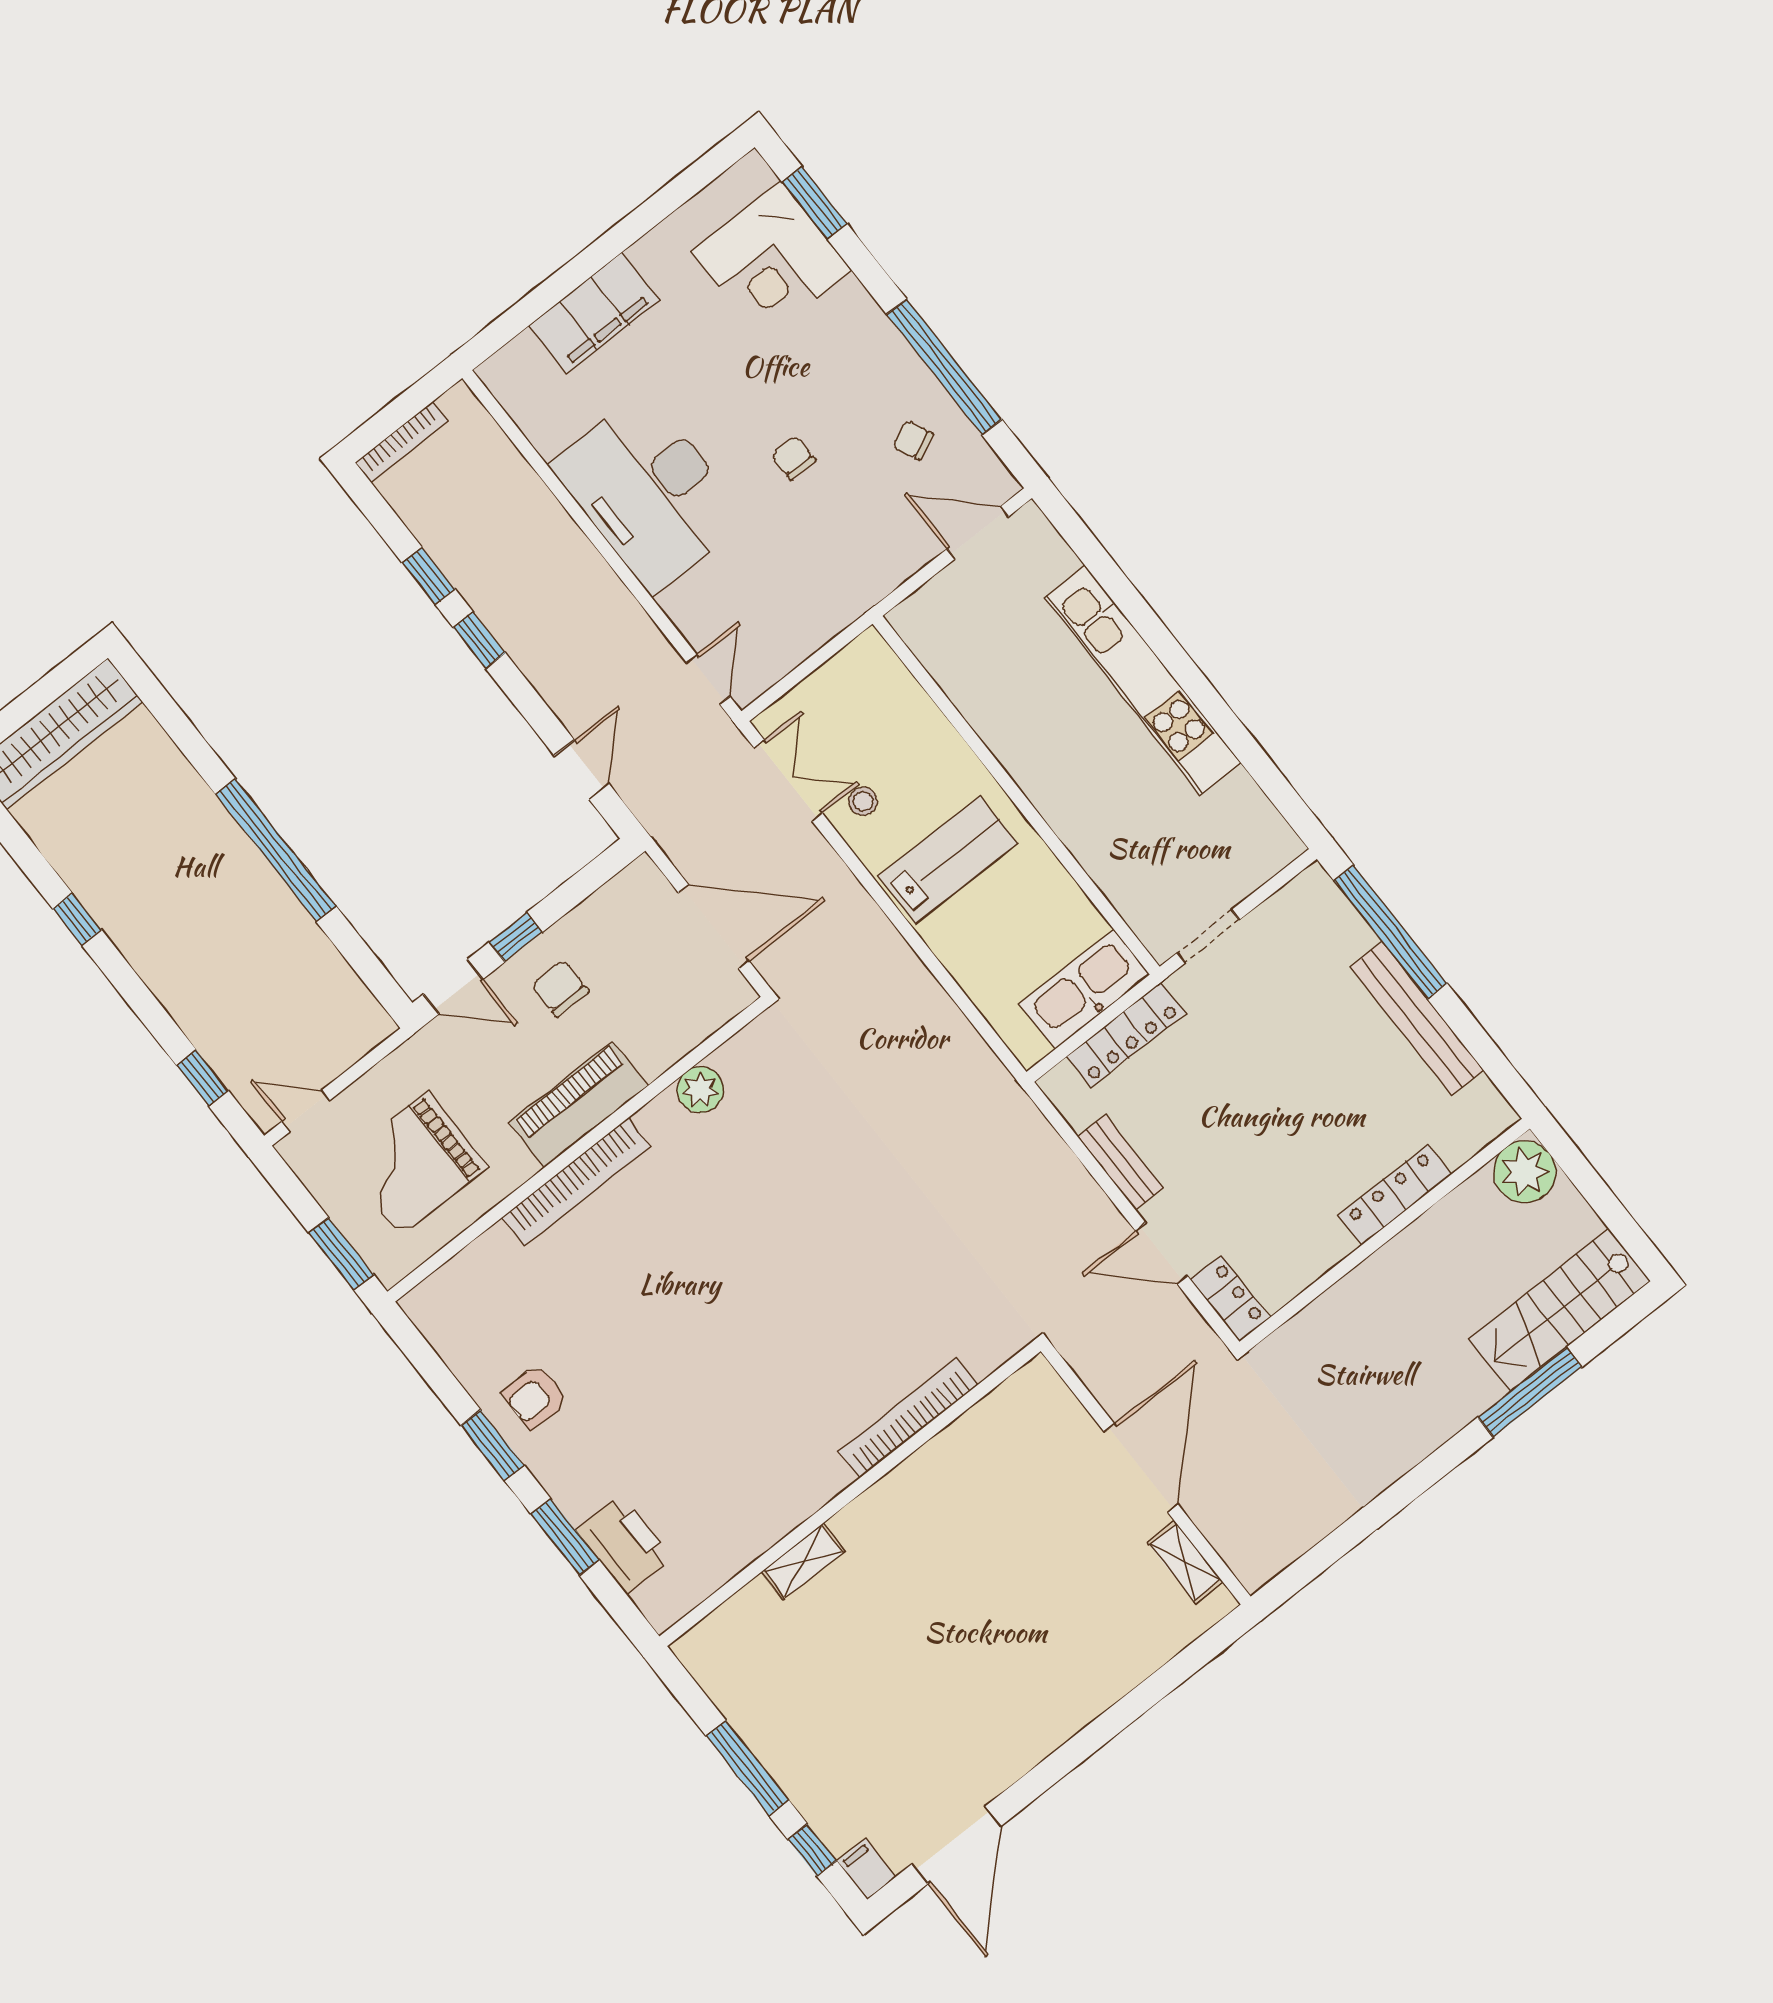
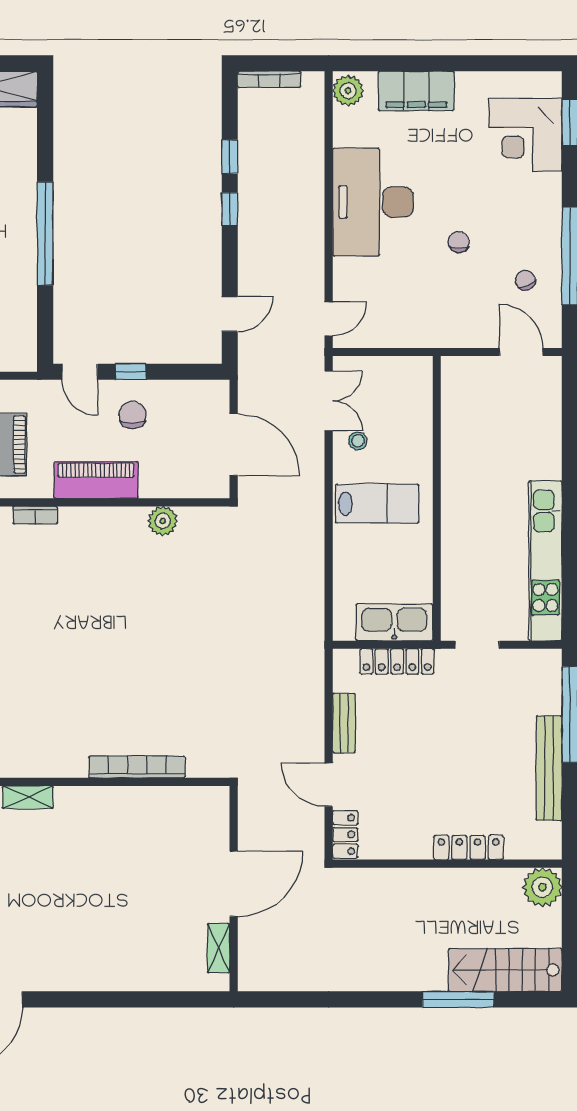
plant: (510, 379) -> (348, 91), added
kitchen unit: (1143, 680) -> (545, 561), moved
bookcase: (576, 1182) -> (35, 515), width x0.43, depth x0.76

